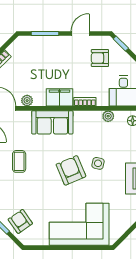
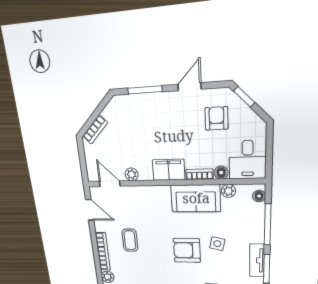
armchair: (100, 58) -> (216, 118), turned 90
floor lamp: (103, 101) -> (221, 173), added
sofa: (52, 122) -> (196, 198), moved
armchair: (71, 170) -> (187, 250), turned -67

